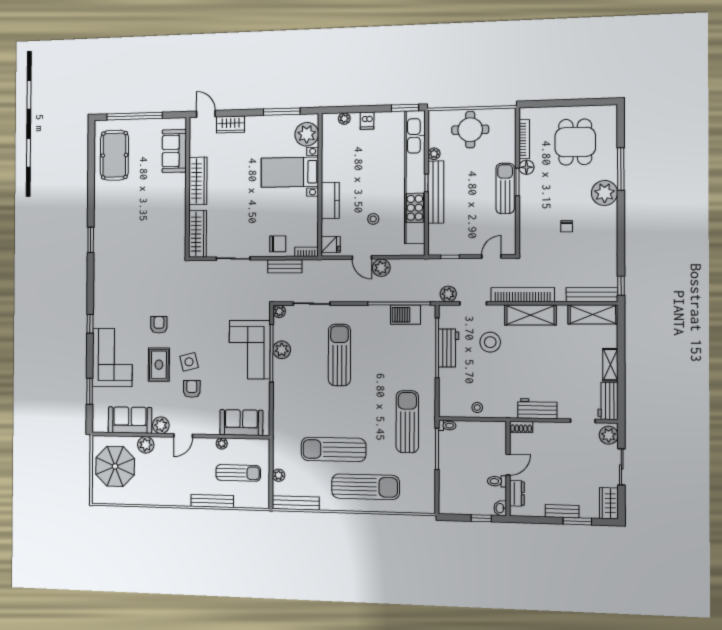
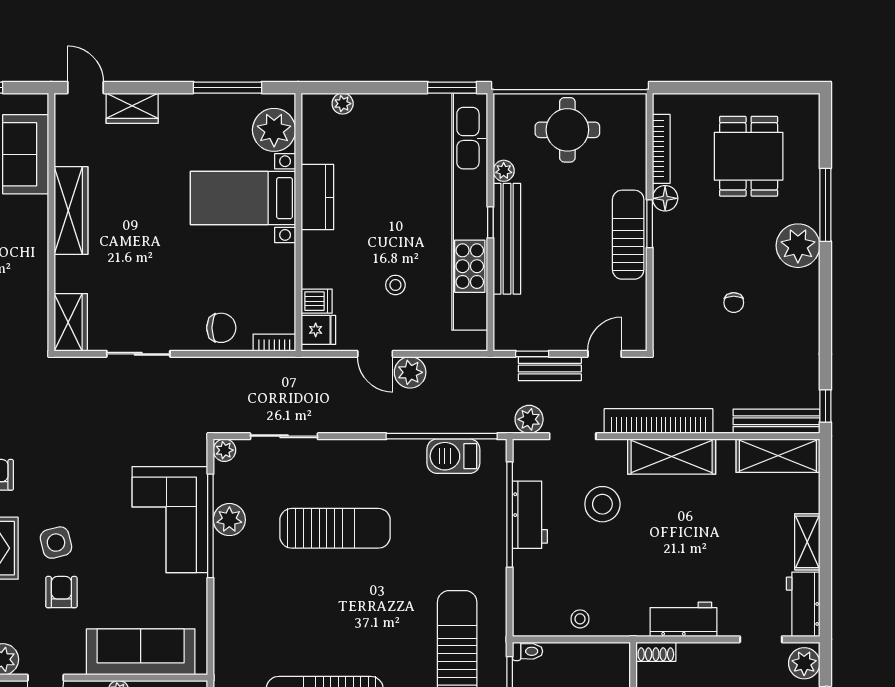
dishwasher: (367, 121) -> (317, 301), moved, turned -90
kitchen counter: (330, 200) -> (317, 197), moved
wardrobe: (197, 234) -> (71, 322), width x0.67
bench: (285, 266) -> (550, 369), moved
sun lounger: (339, 355) -> (335, 528), turned 90
sofa: (241, 422) -> (141, 652), width x1.36

